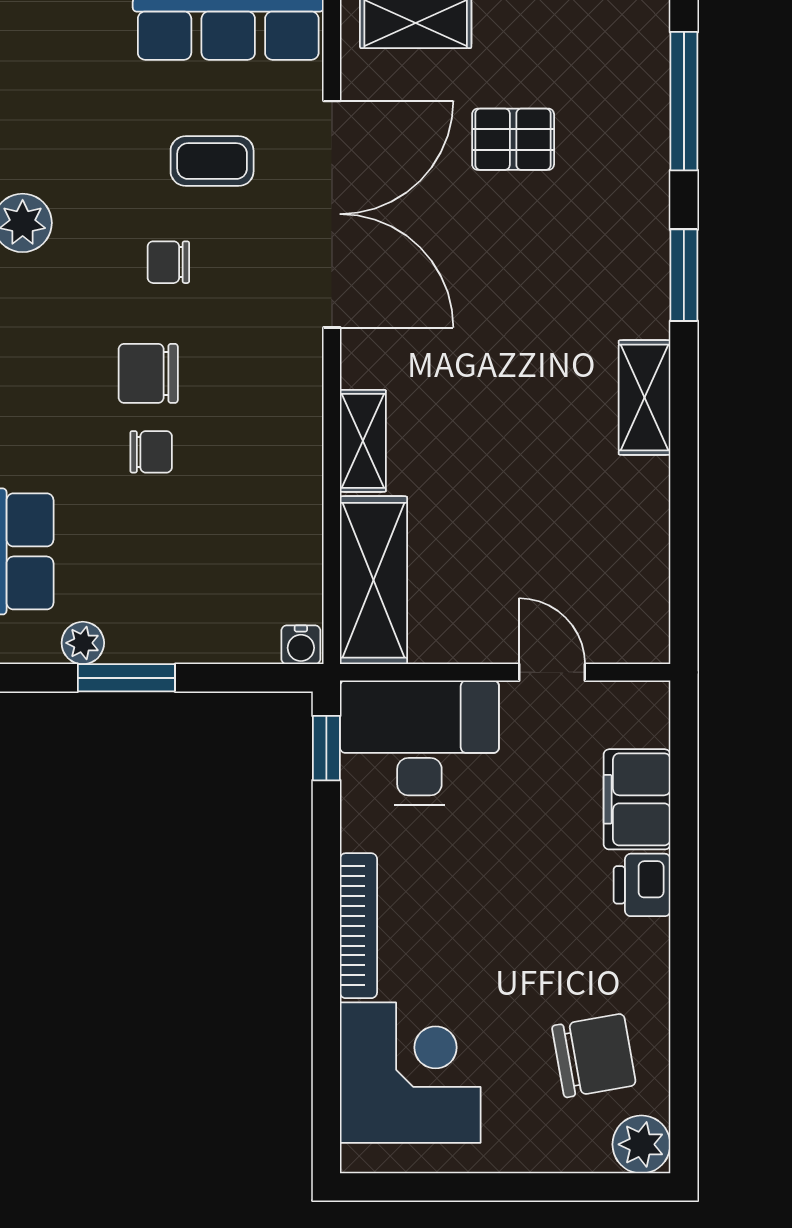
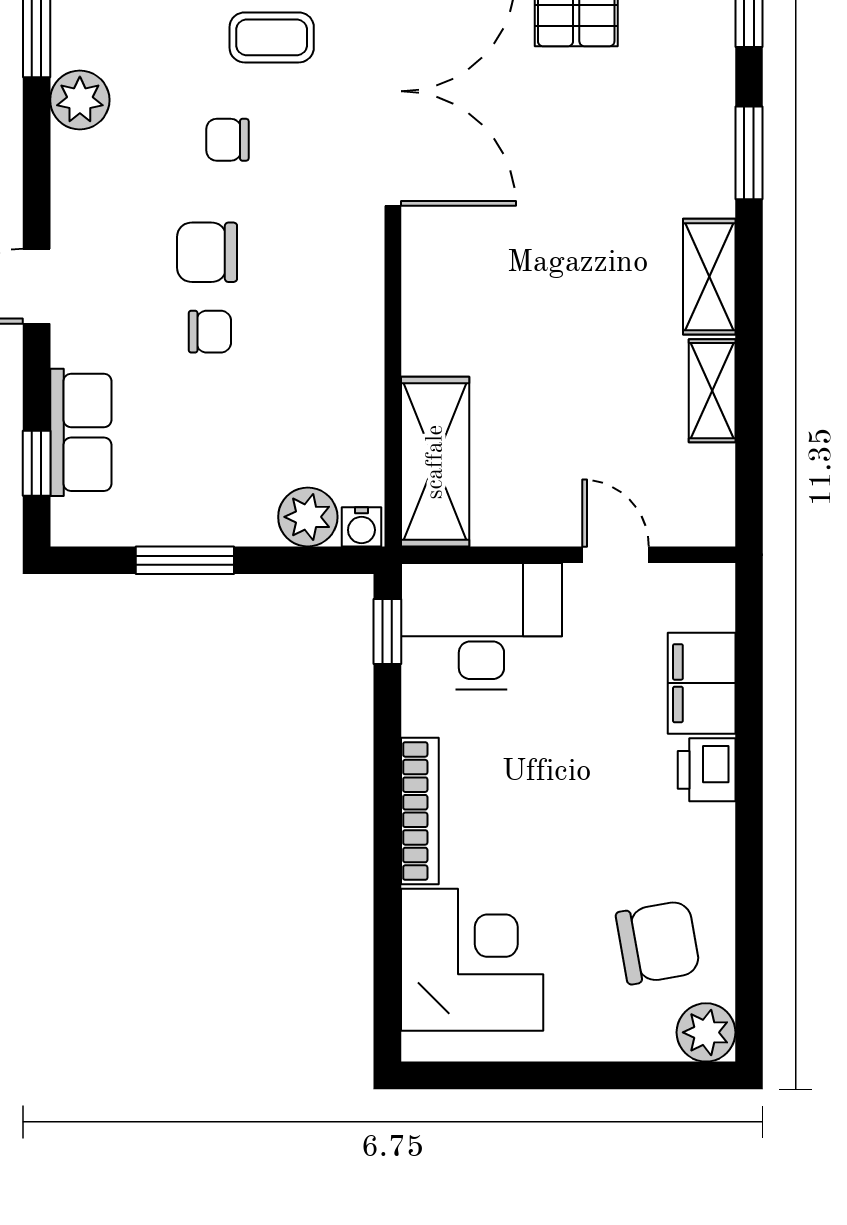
shelving: (363, 441) -> (712, 391), moved
plant: (83, 643) -> (308, 517), moved, width x1.38, depth x1.38

